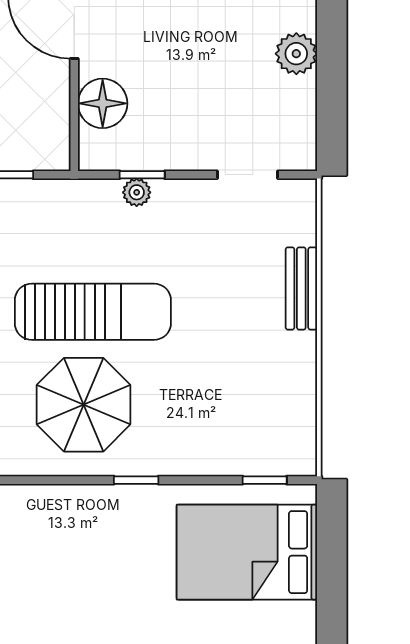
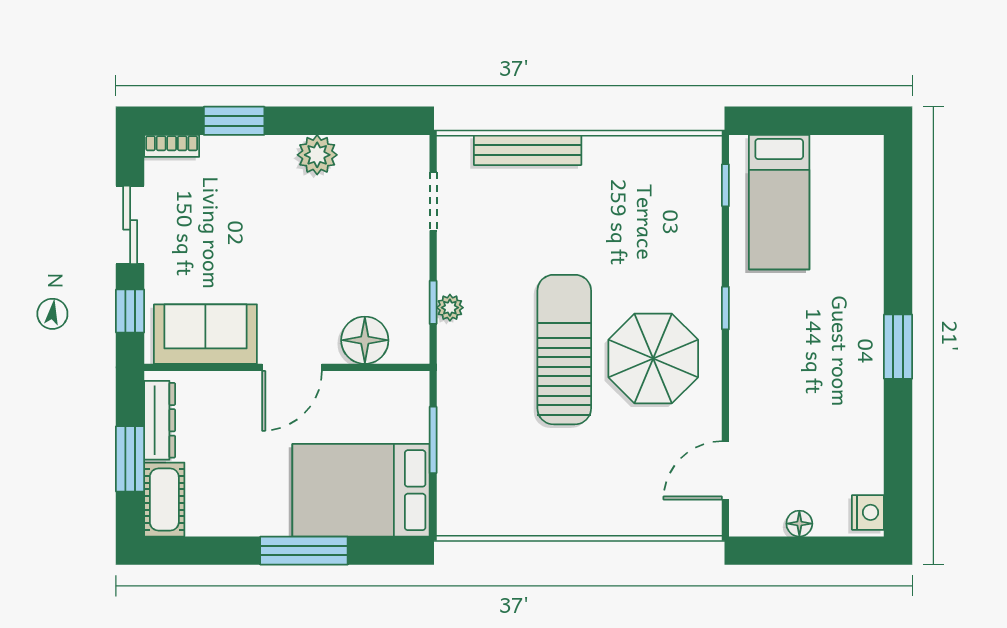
bench: (301, 288) -> (528, 150), width x1.36
bed: (247, 552) -> (779, 202), width x0.67

